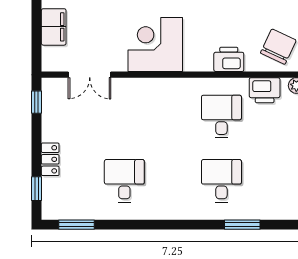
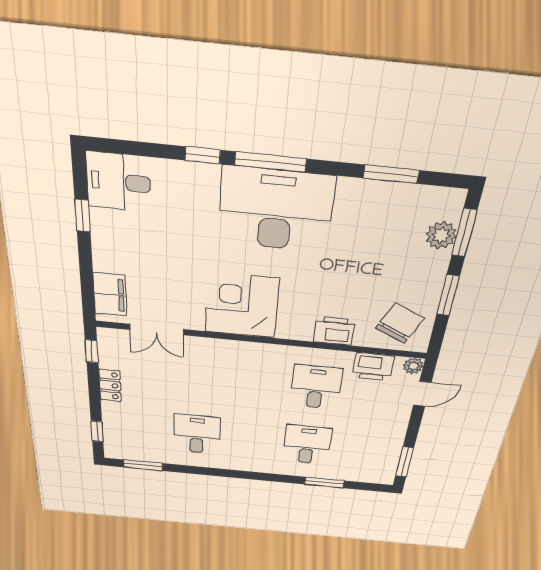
filing cabinet: (54, 27) -> (110, 294), moved
locker: (50, 159) -> (110, 385), moved

